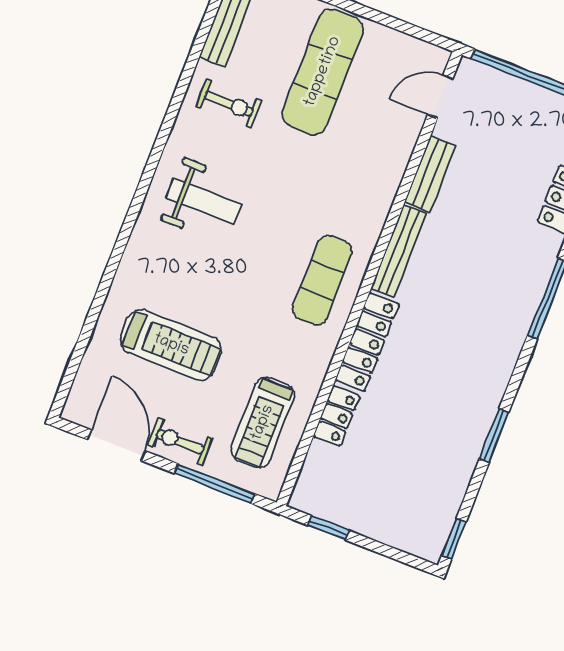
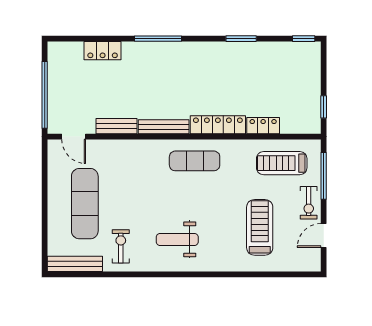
exercise mat: (323, 72) -> (85, 204), turned 90
weight bench: (204, 201) -> (177, 239), turned -90
treadmill: (263, 423) -> (282, 163), turned 180
door: (116, 445) -> (324, 236), width x0.73

